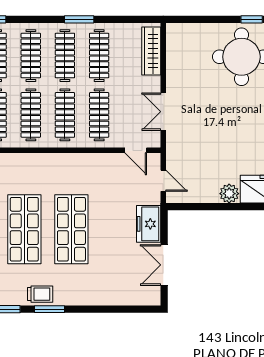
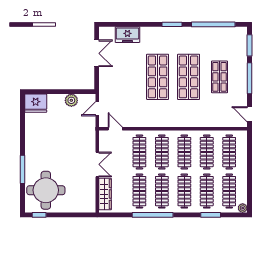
window: (79, 19) -> (153, 215), width x2.11
double door: (163, 112) -> (97, 164), moved
door: (163, 181) -> (97, 109), hinge flipped
plant: (229, 194) -> (71, 100), moved
freezer: (149, 224) -> (127, 35), moved, turned 90
trolley: (40, 294) -> (178, 34), removed

